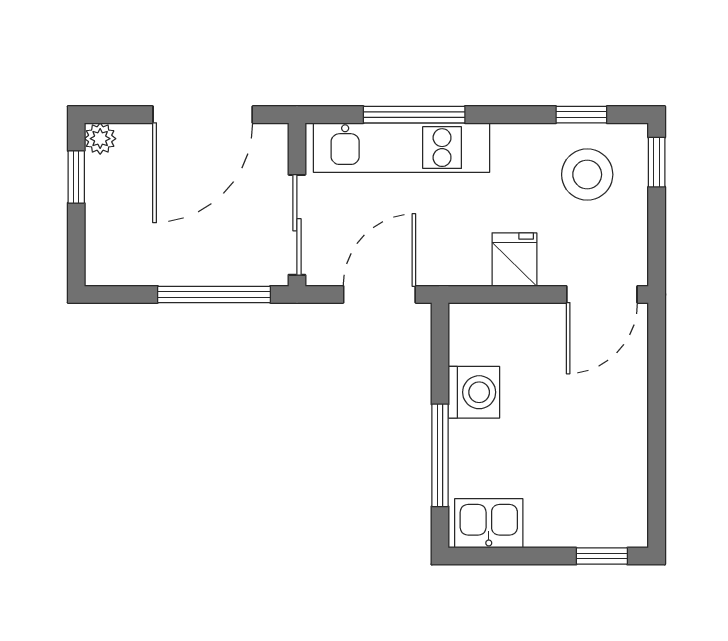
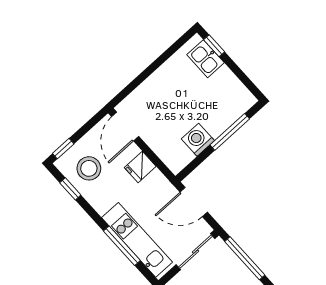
door: (602, 294) -> (125, 126), swing flipped
kitchen sink: (489, 523) -> (205, 59), moved

